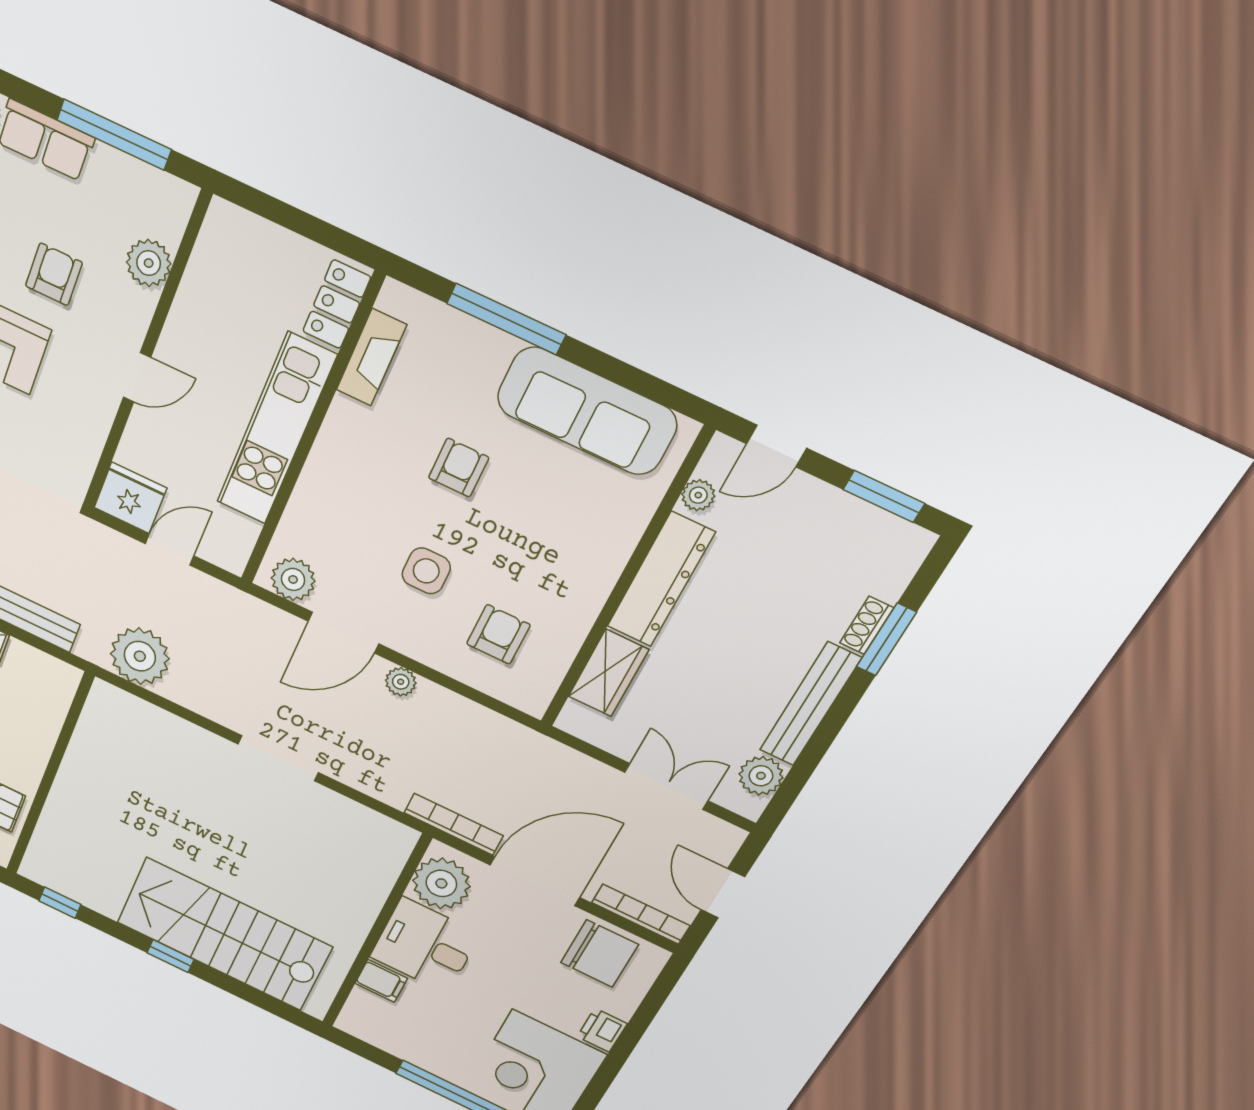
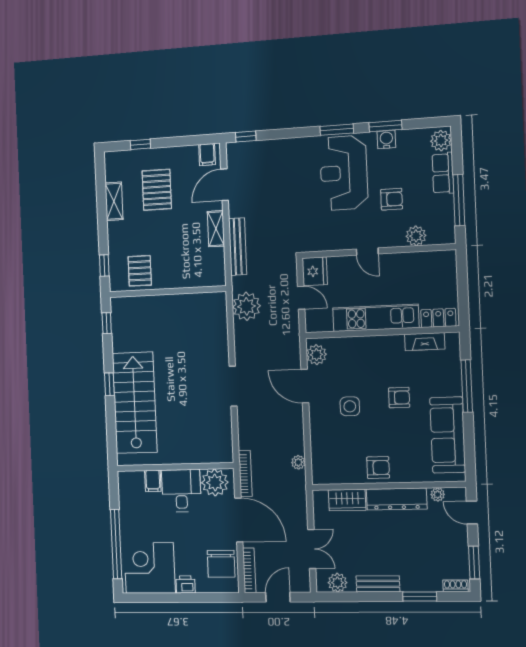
shoe rack: (867, 625) -> (456, 586), moved
armchair: (498, 634) -> (378, 468), moved
plant: (401, 682) -> (298, 462), moved
bench: (810, 704) -> (378, 584), width x0.73

